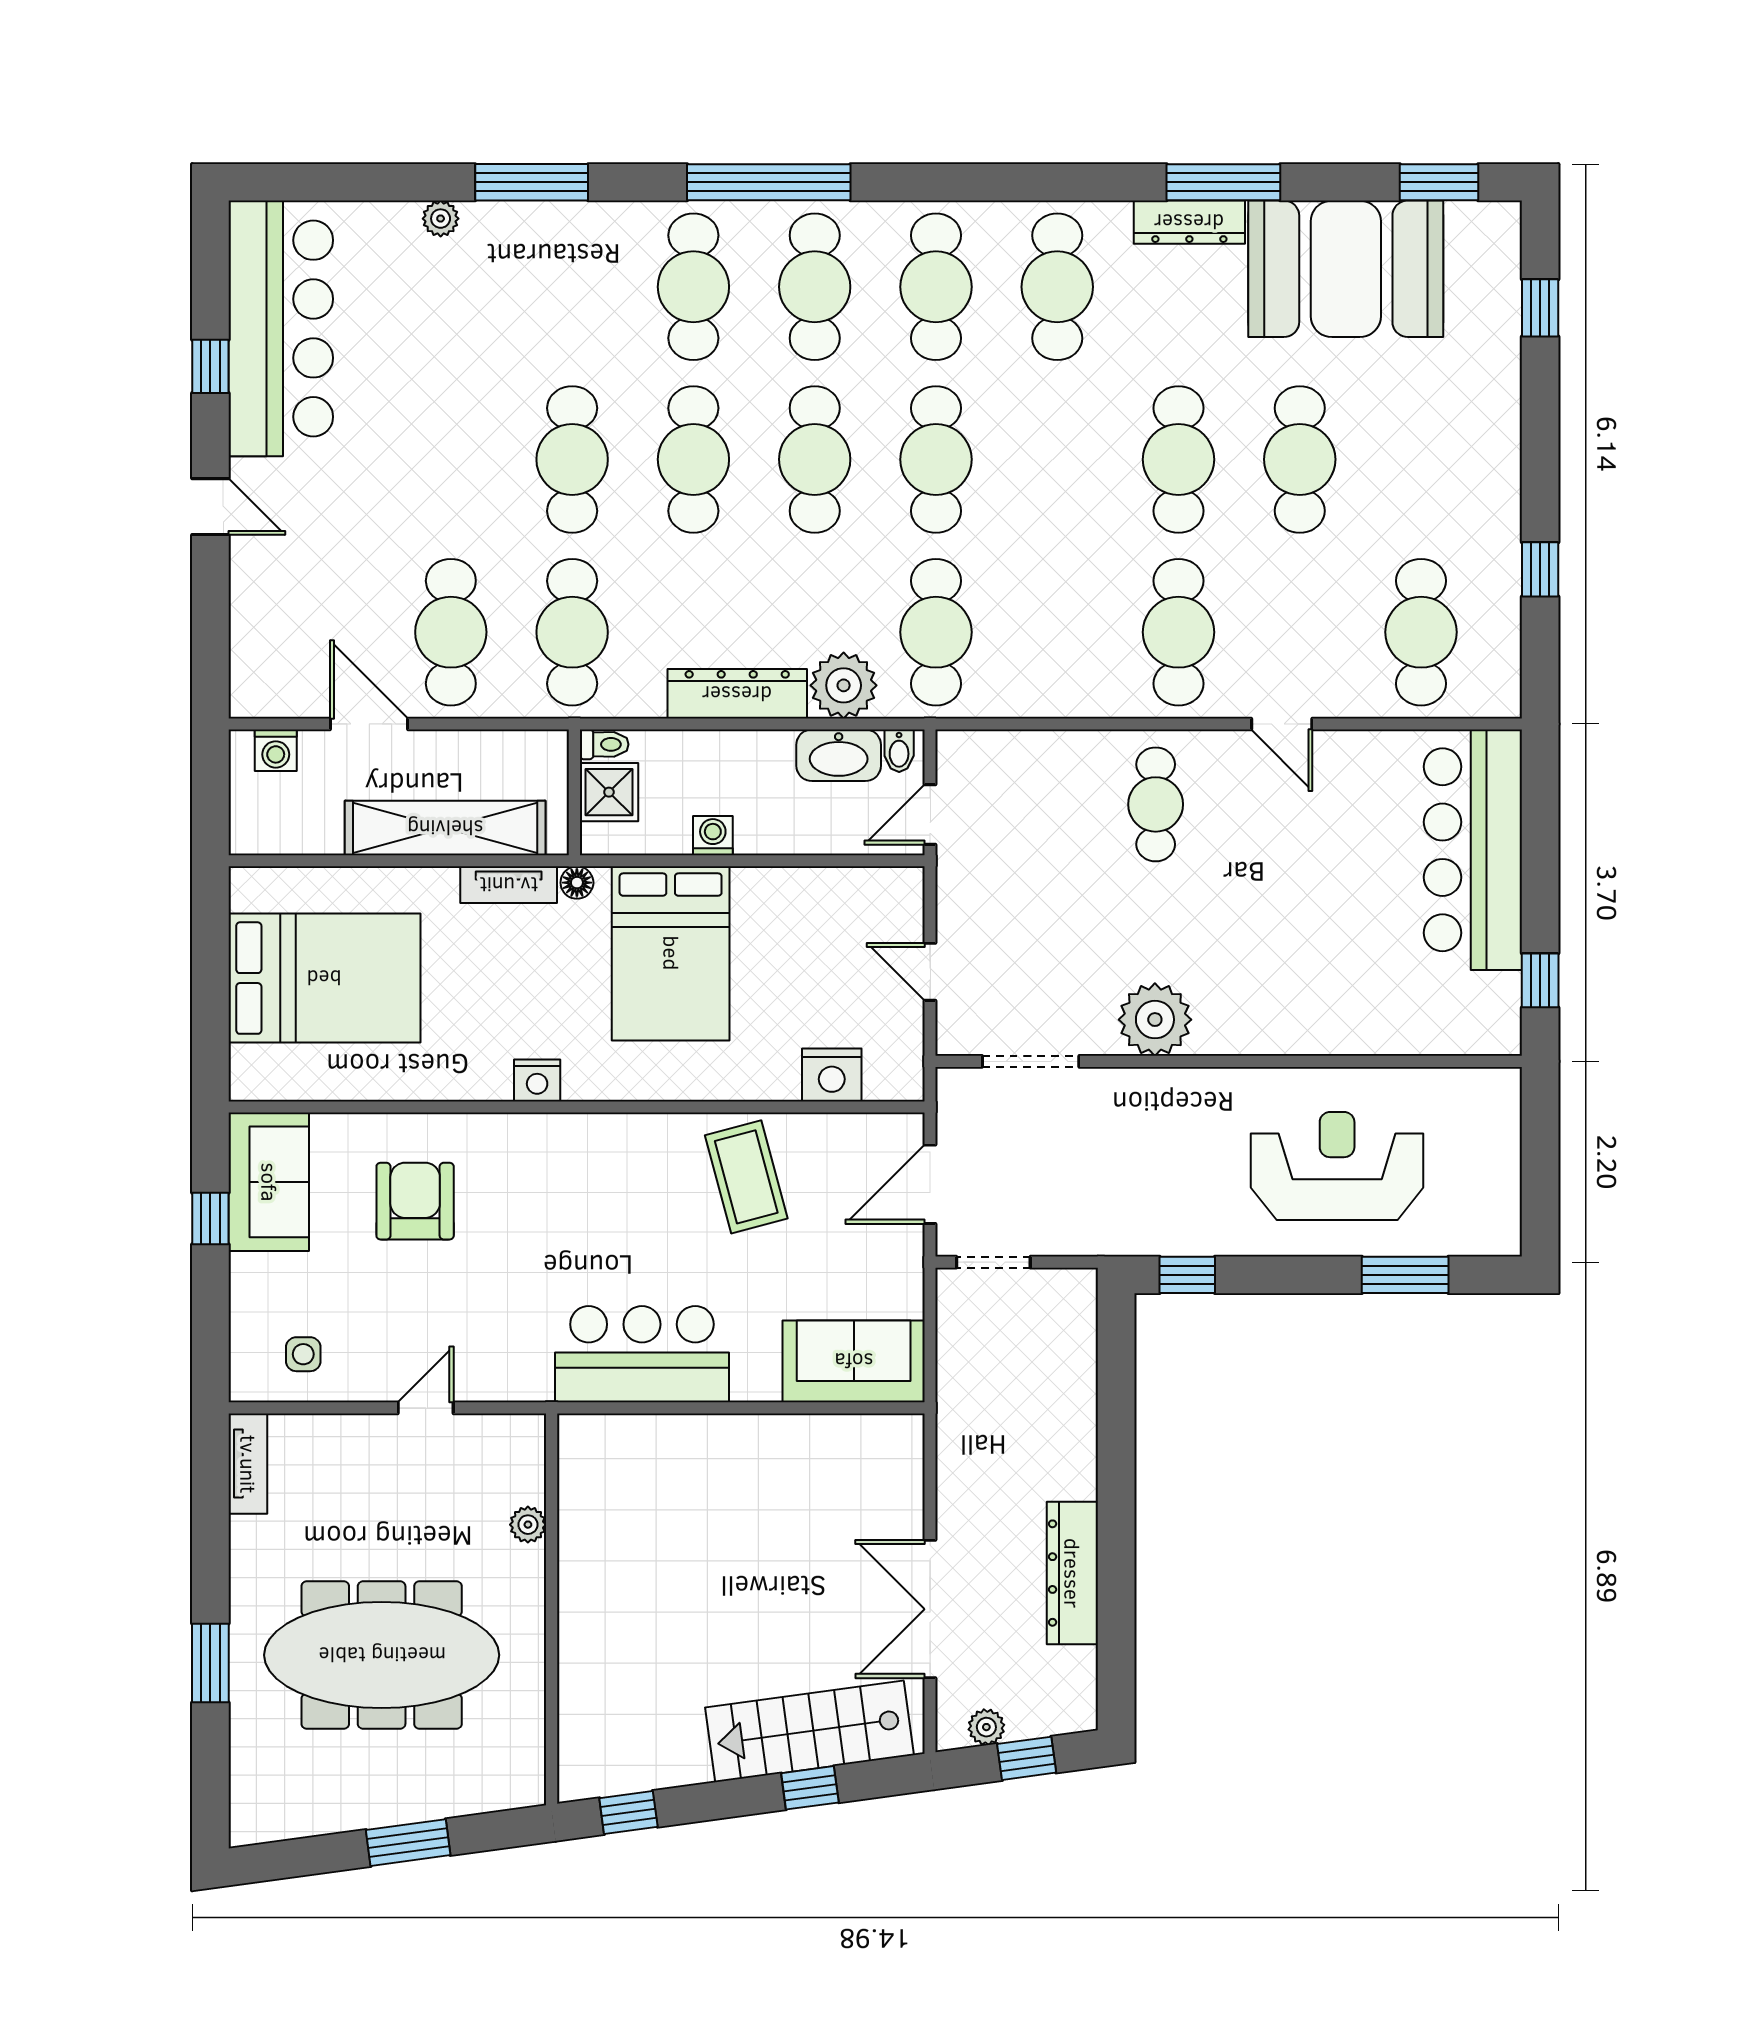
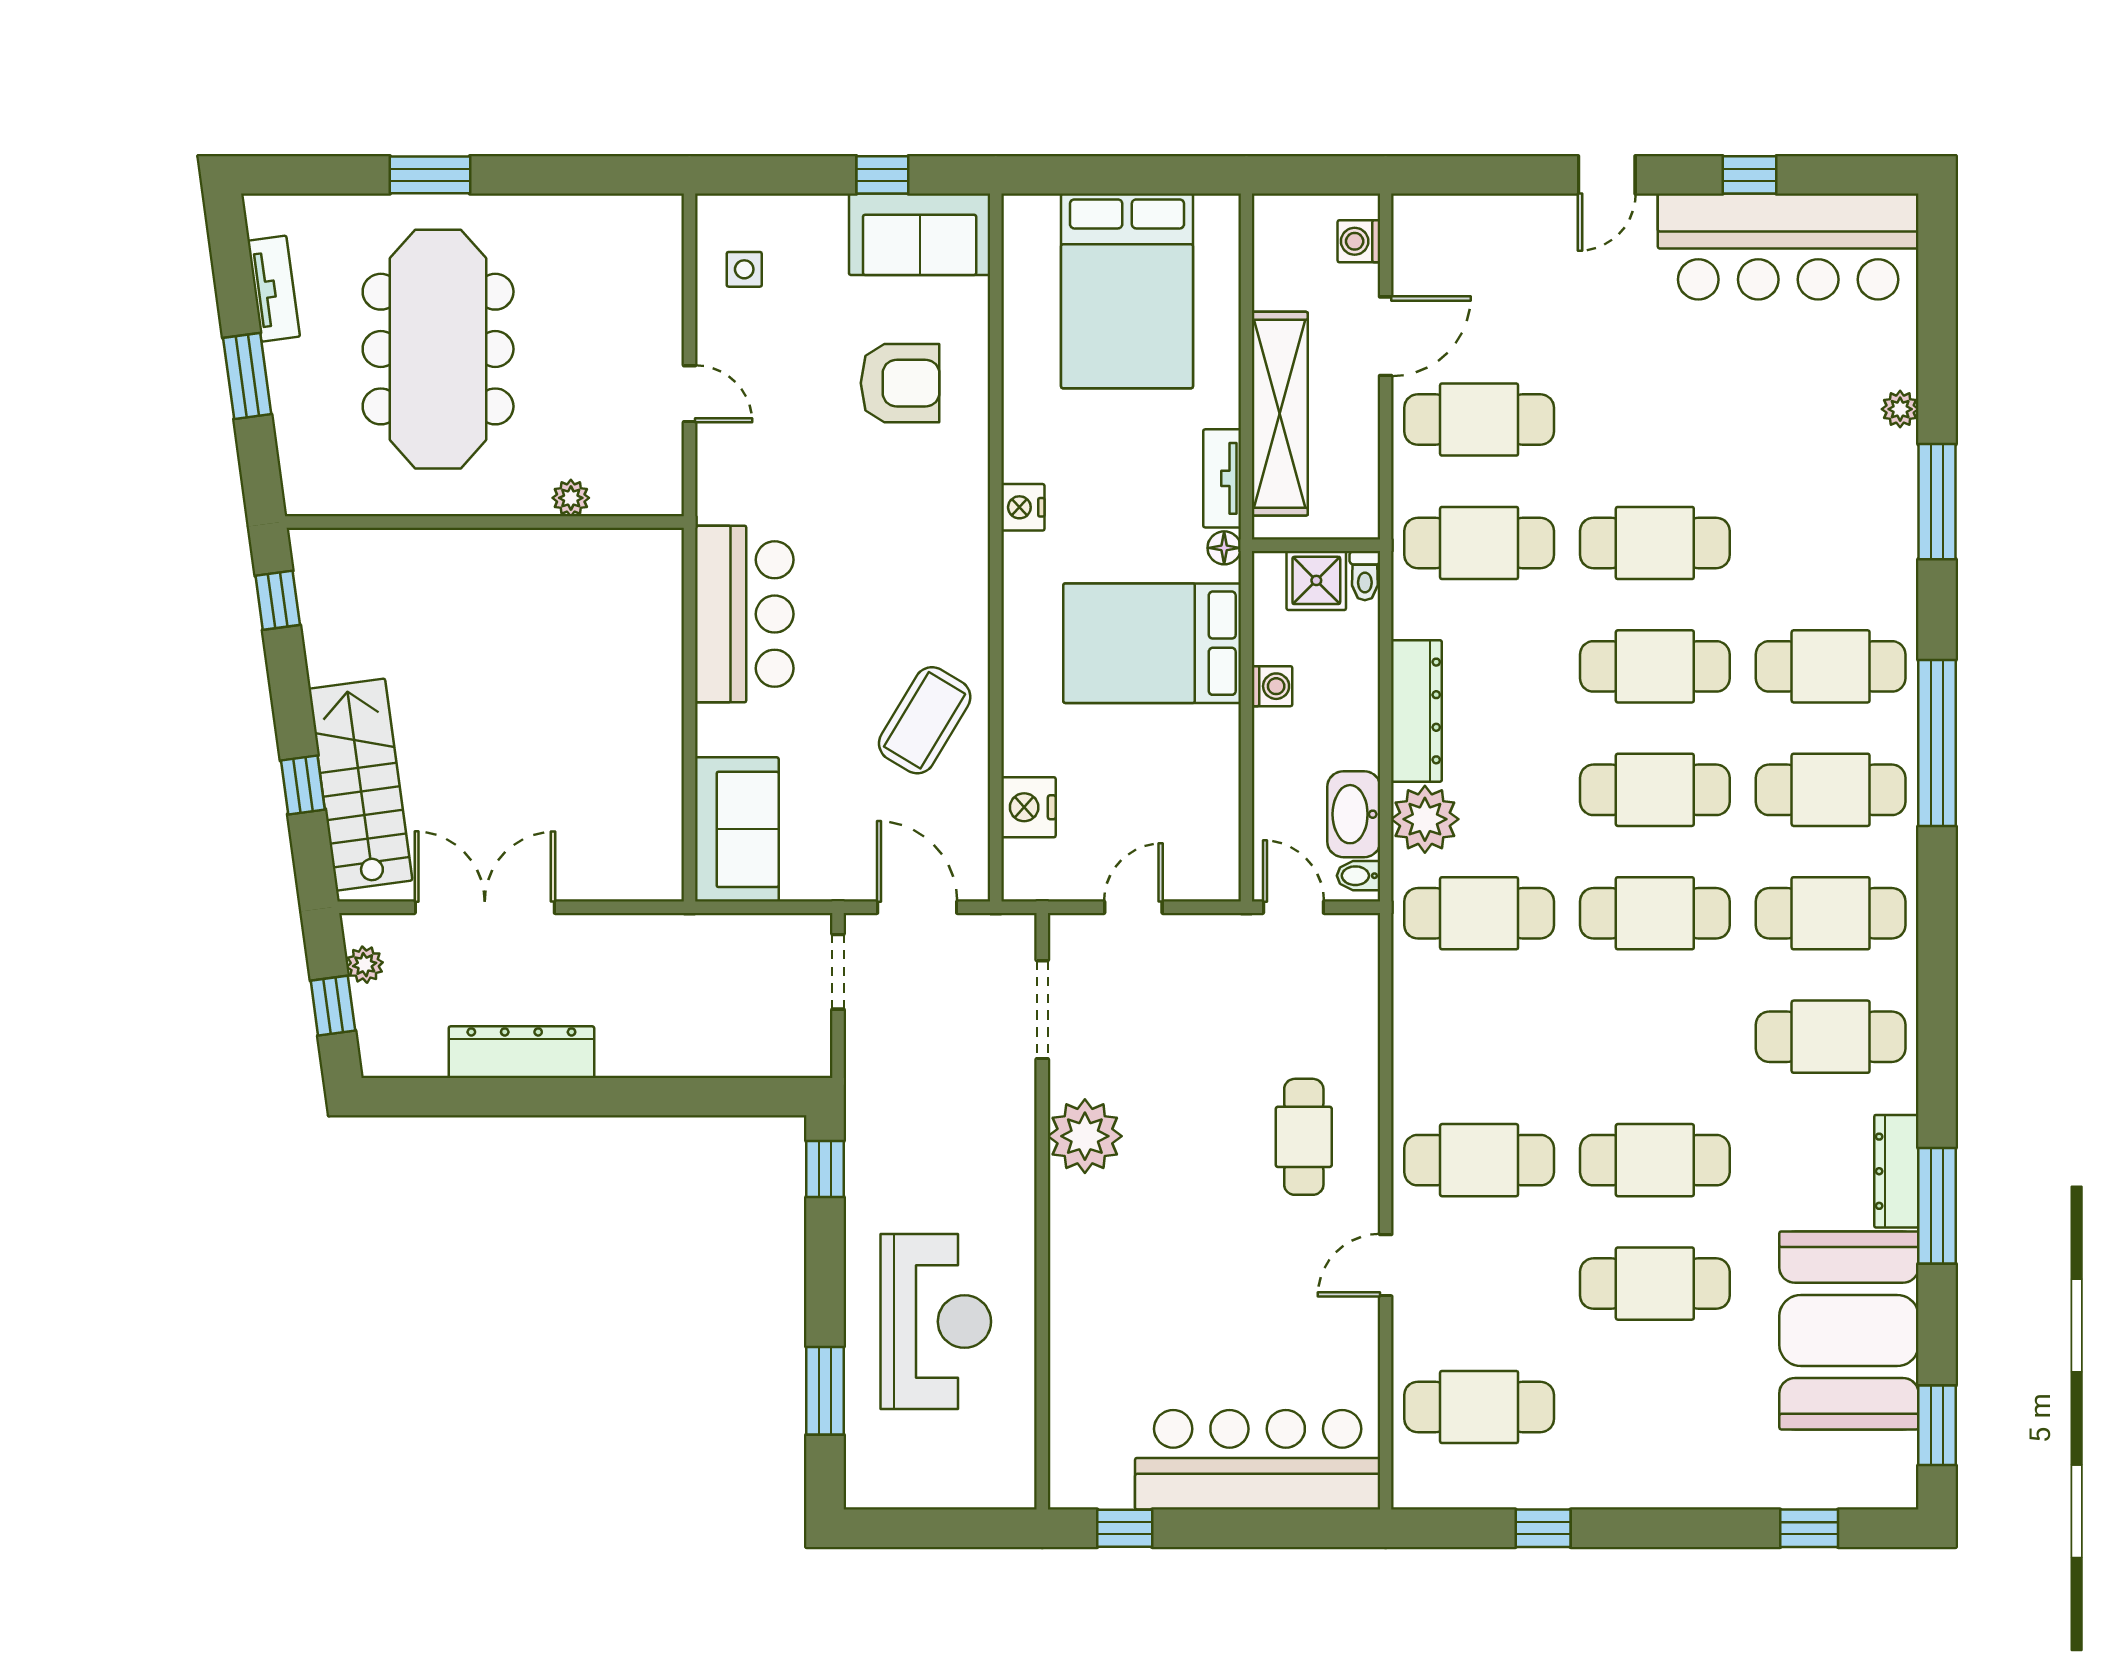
cafe table: (1156, 804) -> (1304, 1137), turned 90
coffee table: (746, 1177) -> (925, 720), turned -44
tv unit: (248, 1464) -> (274, 289), moved, turned -98

